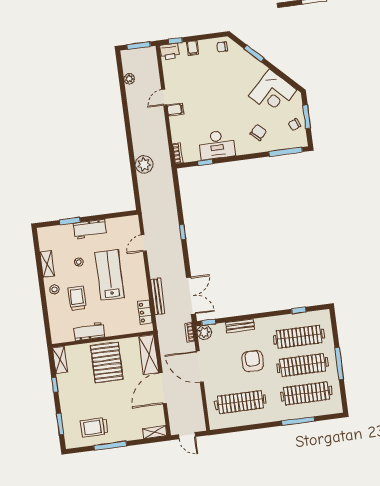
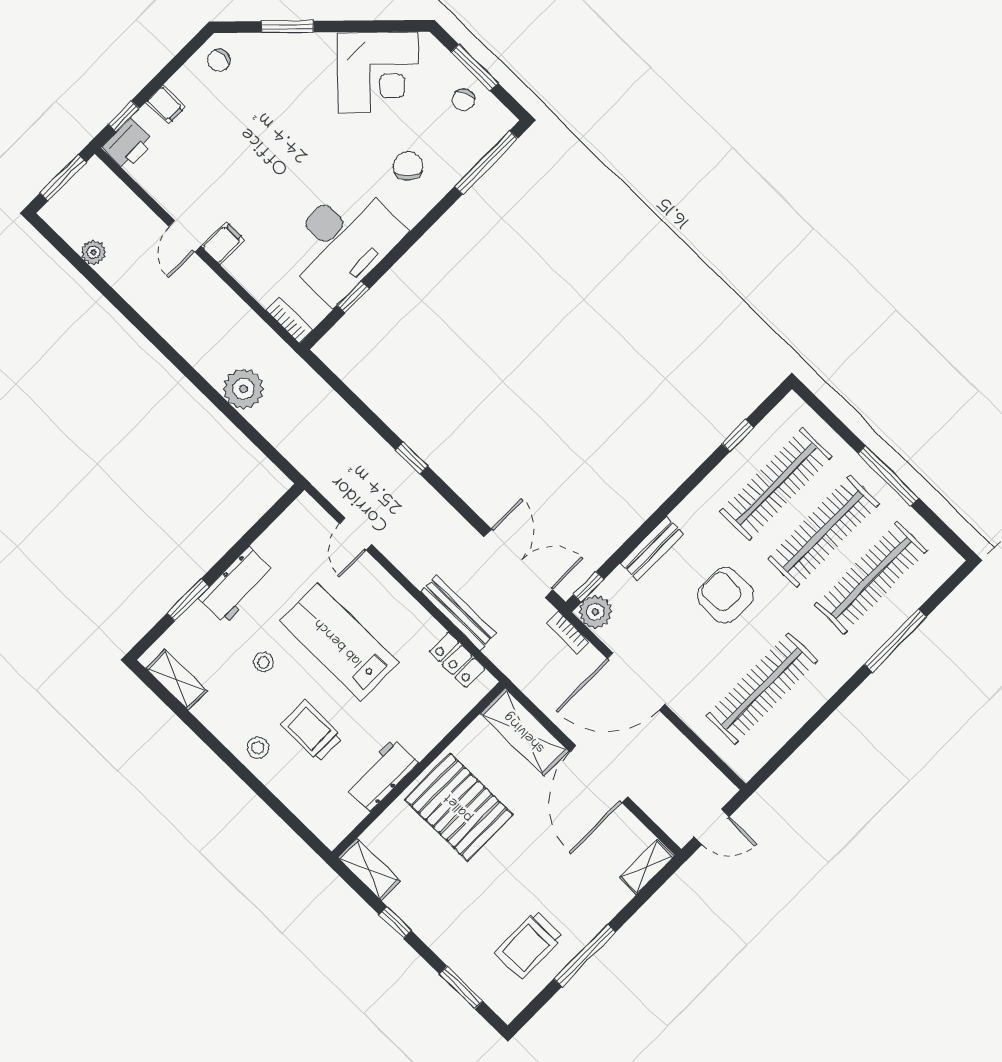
desk: (217, 145) -> (342, 241), width x1.36, depth x1.30
shelving: (47, 264) -> (176, 680), moved

